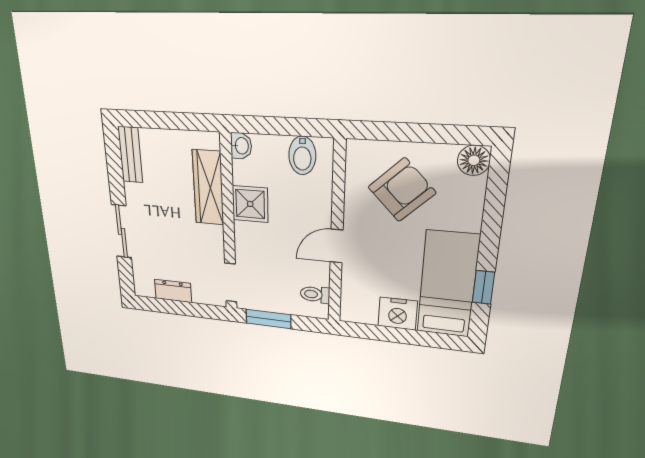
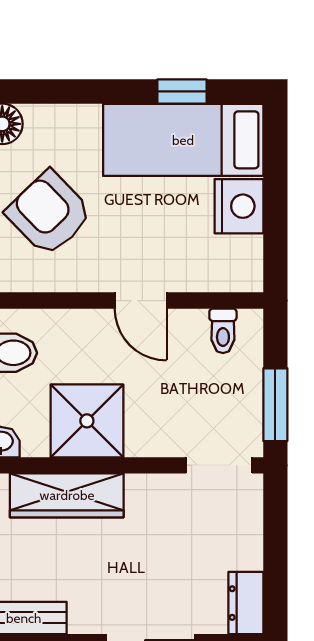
shower: (250, 204) -> (87, 421), width x1.36, depth x1.36
dresser: (173, 291) -> (246, 603), moved

